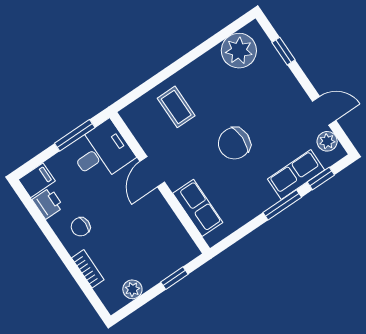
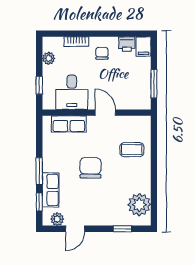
desk: (102, 152) -> (72, 92), moved

